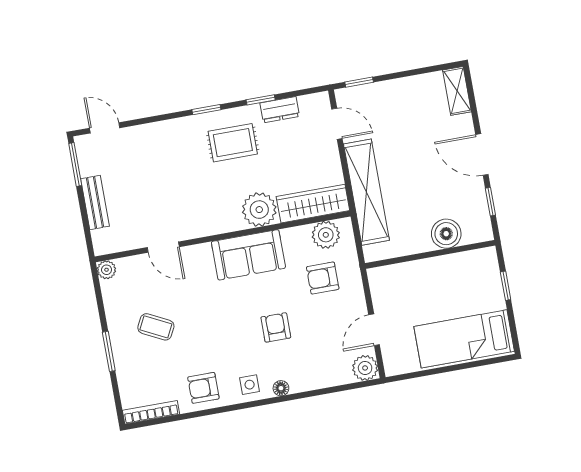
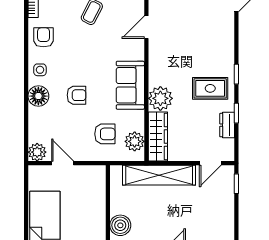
rug: (233, 143) -> (210, 88), turned 90
armchair: (323, 278) -> (105, 134), turned 90
floor lamp: (281, 388) -> (38, 96), width x1.89, depth x1.89

